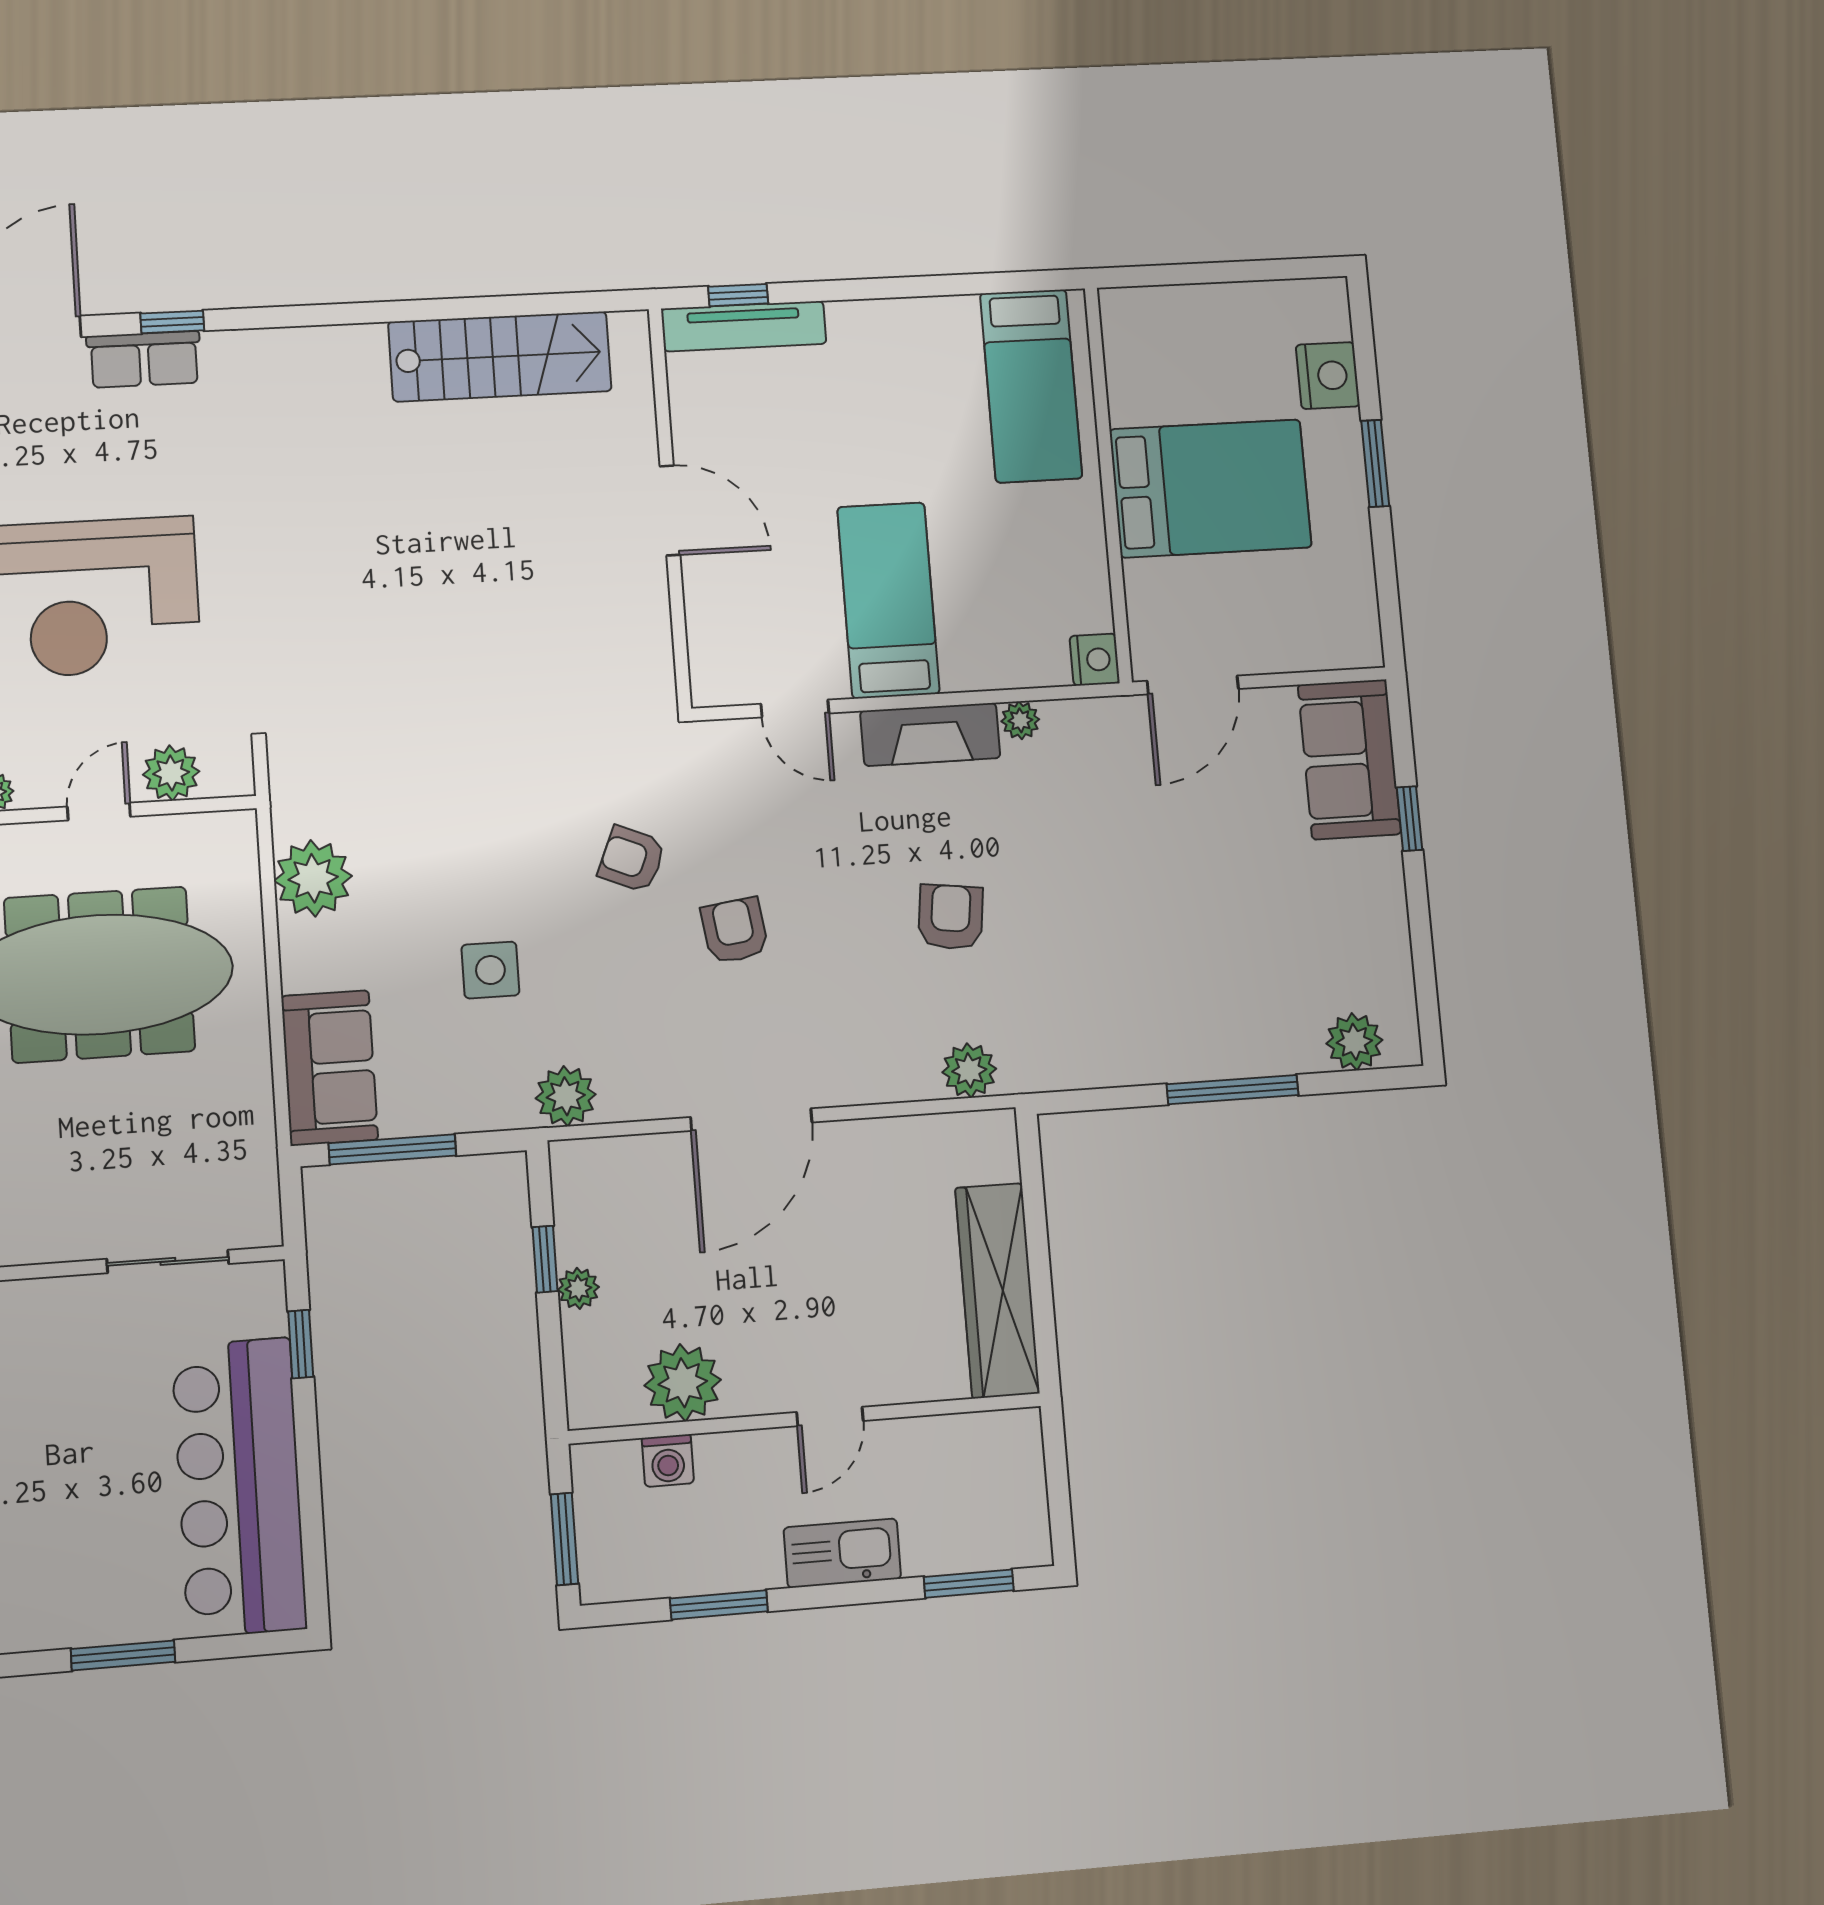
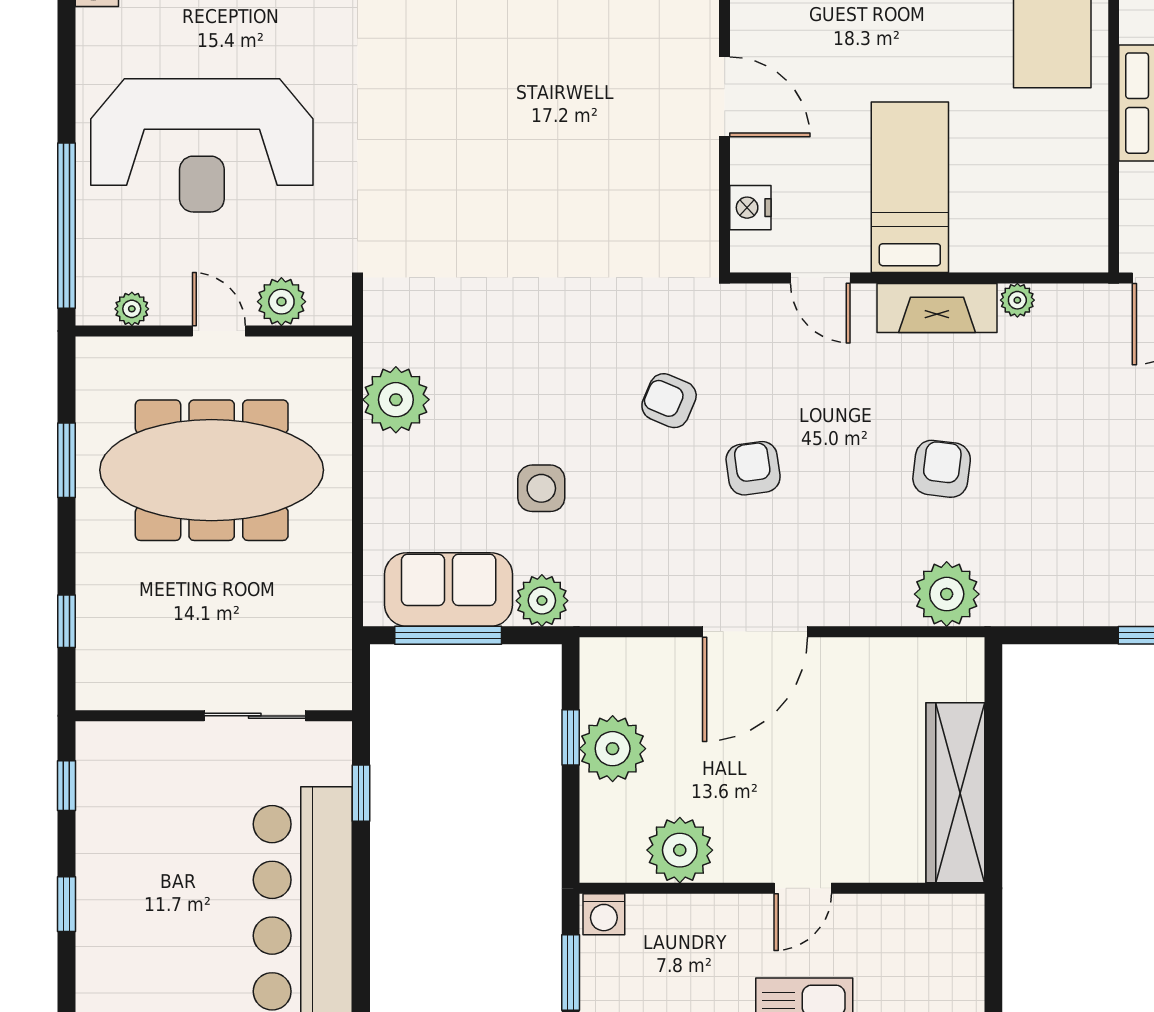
nightstand: (1095, 660) -> (750, 208), moved, turned 180
door: (99, 812) -> (219, 331), hinge flipped
sofa: (330, 1068) -> (449, 589), moved, turned -90
plant: (969, 1070) -> (947, 594), width x1.36, depth x1.36
plant: (566, 1096) -> (542, 601), moved
plant: (578, 1288) -> (613, 749), width x1.88, depth x1.88
washing machine: (668, 1461) -> (604, 914), moved

